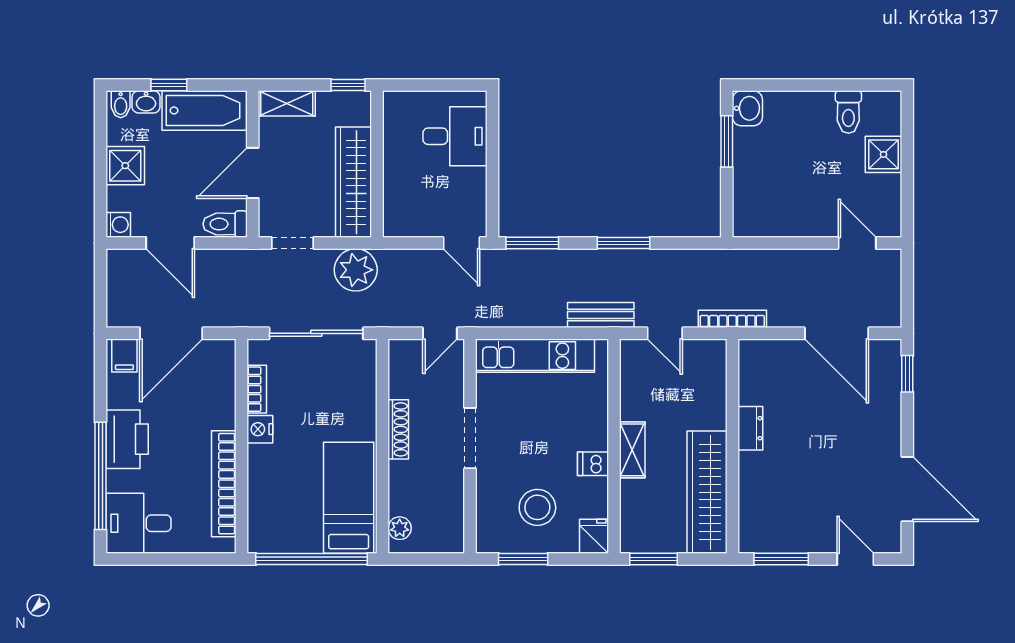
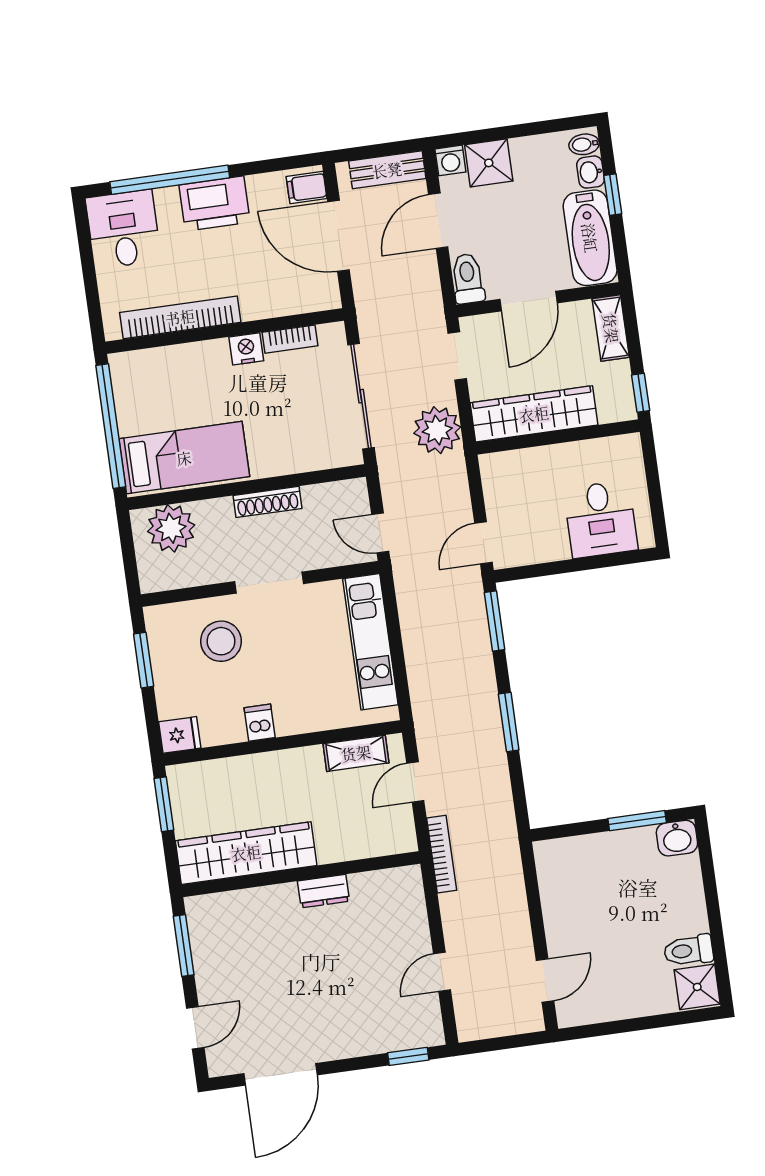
shower: (884, 154) -> (697, 987), moved
shower: (125, 166) -> (489, 163), moved
door: (253, 173) -> (529, 301), swing flipped
bench: (601, 315) -> (387, 170), moved, turned 90
door: (837, 333) -> (442, 972), width x0.53
shelving: (632, 450) -> (356, 753), moved
stool: (537, 507) -> (221, 641), moved
plant: (400, 528) -> (171, 528), width x1.87, depth x1.87

